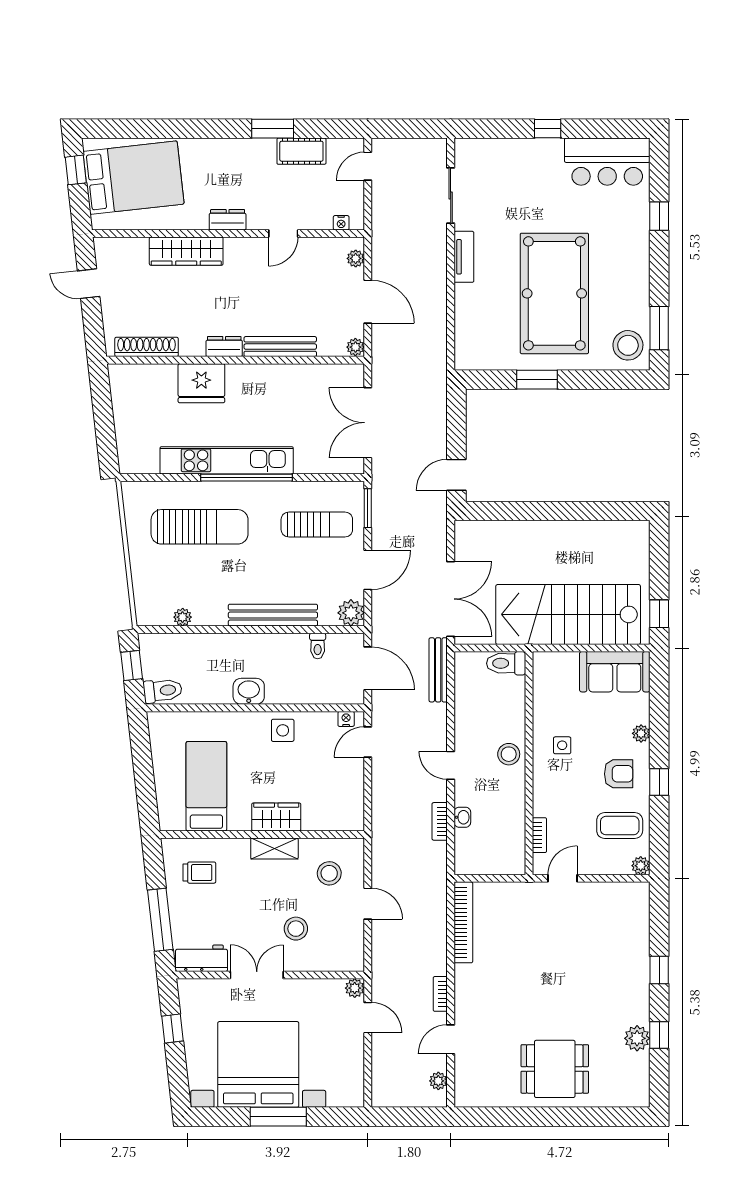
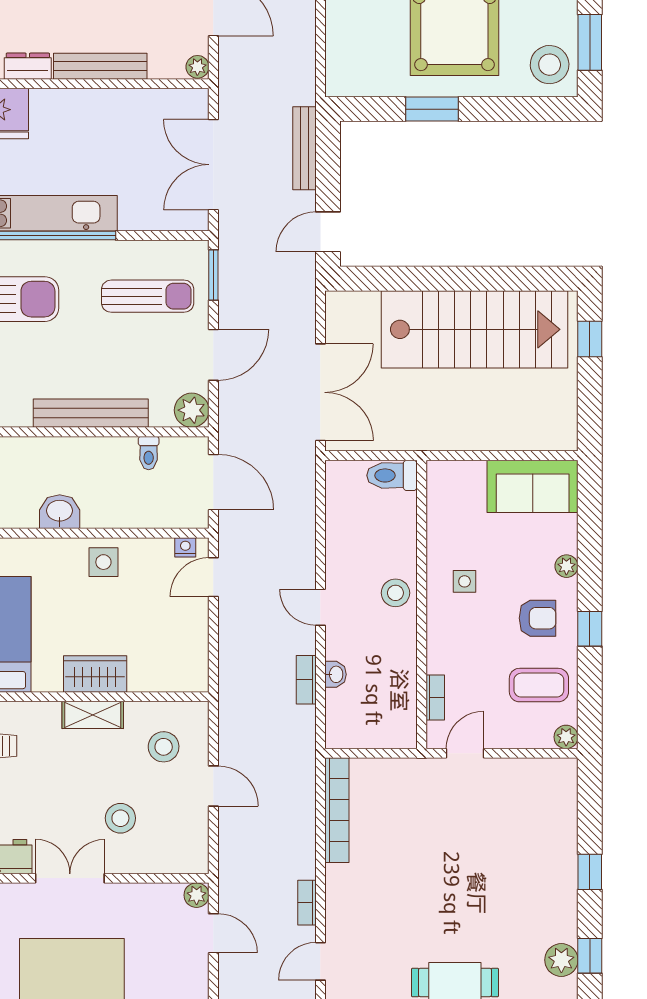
stairs: (568, 614) -> (474, 329), moved, turned 180
window: (659, 614) -> (590, 339), moved
bench: (438, 670) -> (304, 148), moved

